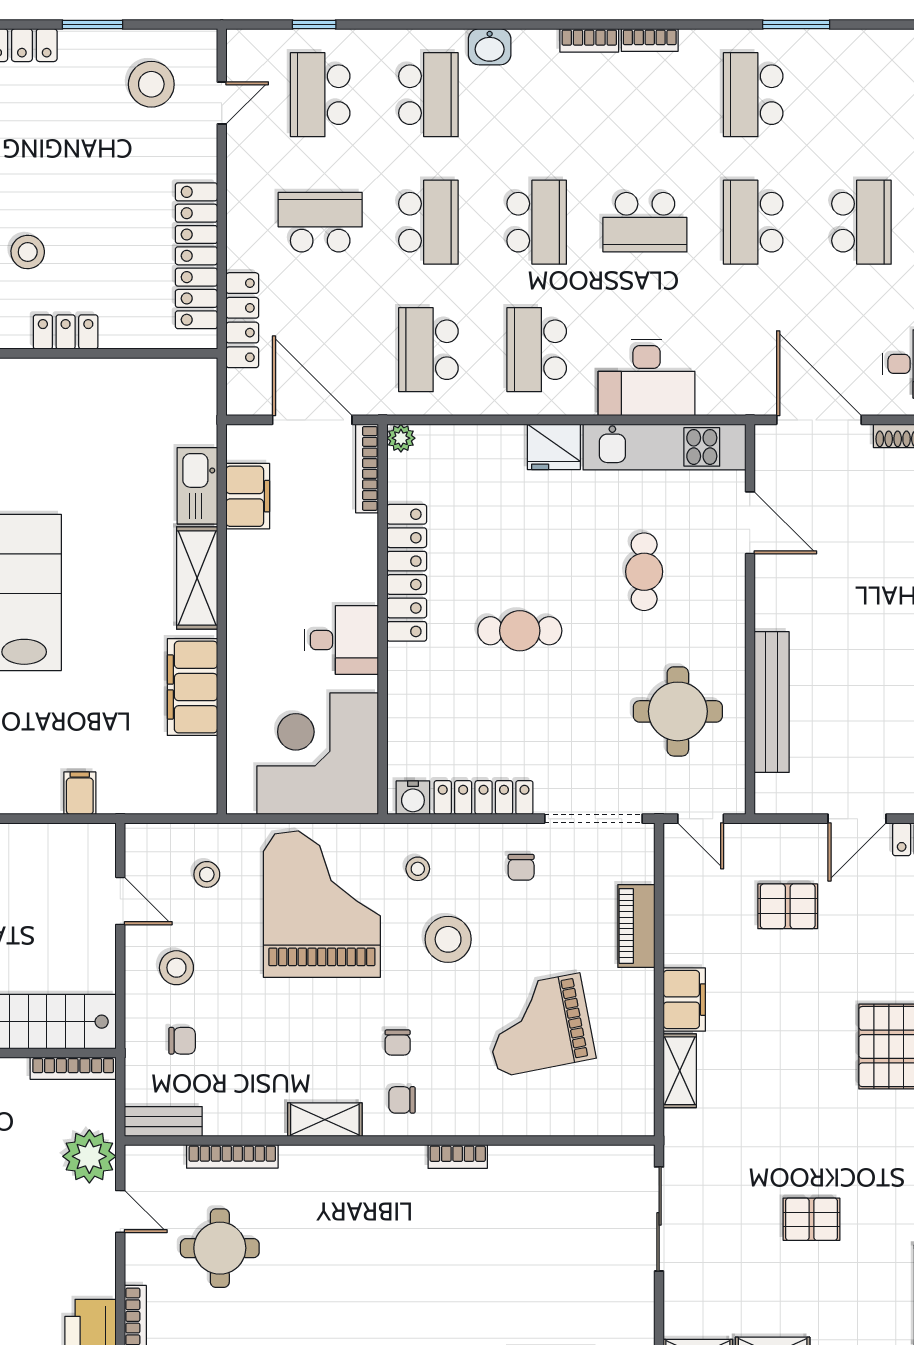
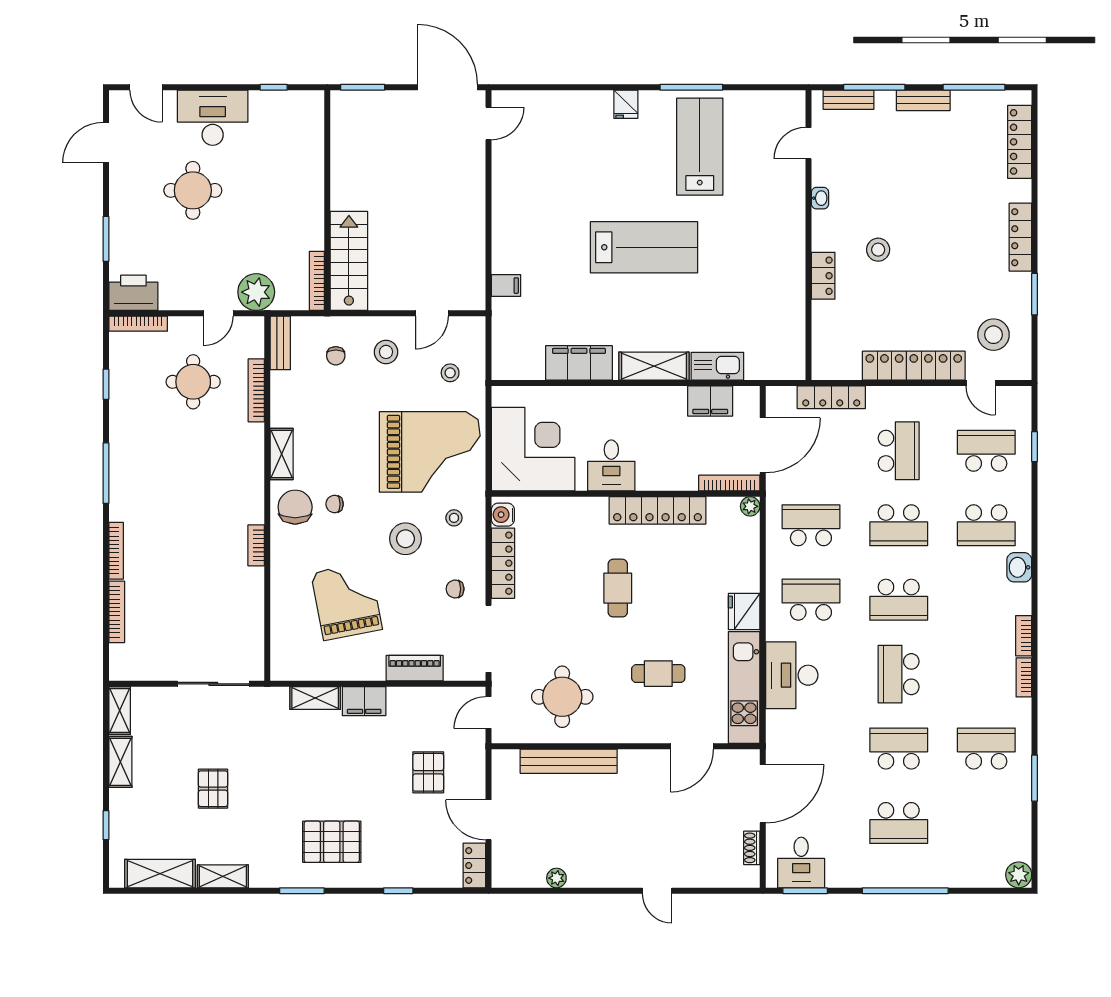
locker: (196, 256) -> (914, 366), moved
chair: (402, 1100) -> (295, 507), width x1.87, depth x1.87

